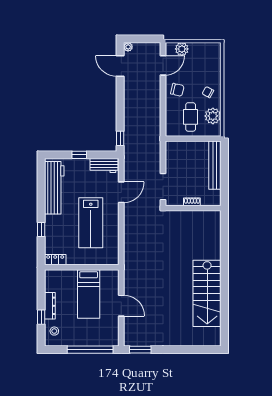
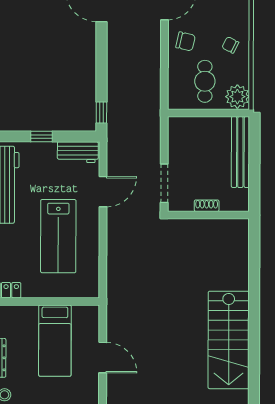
plant: (213, 116) -> (237, 97), moved

